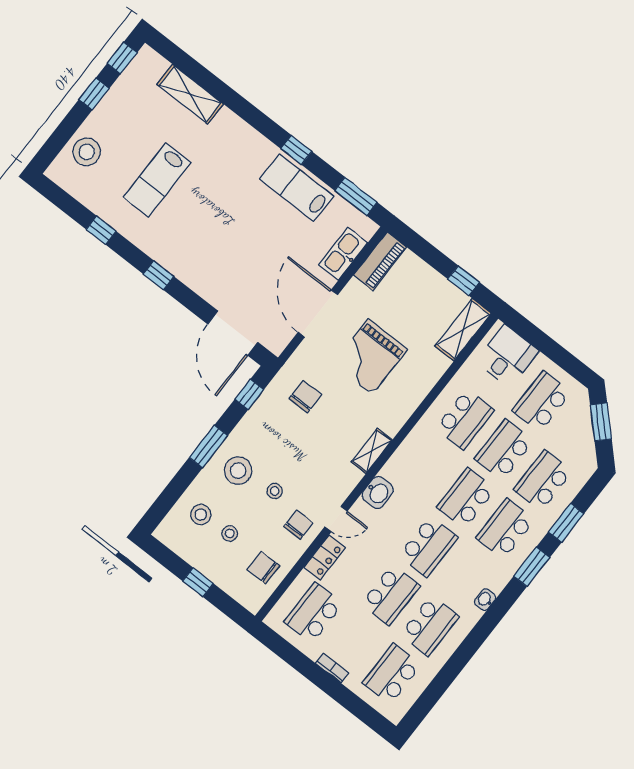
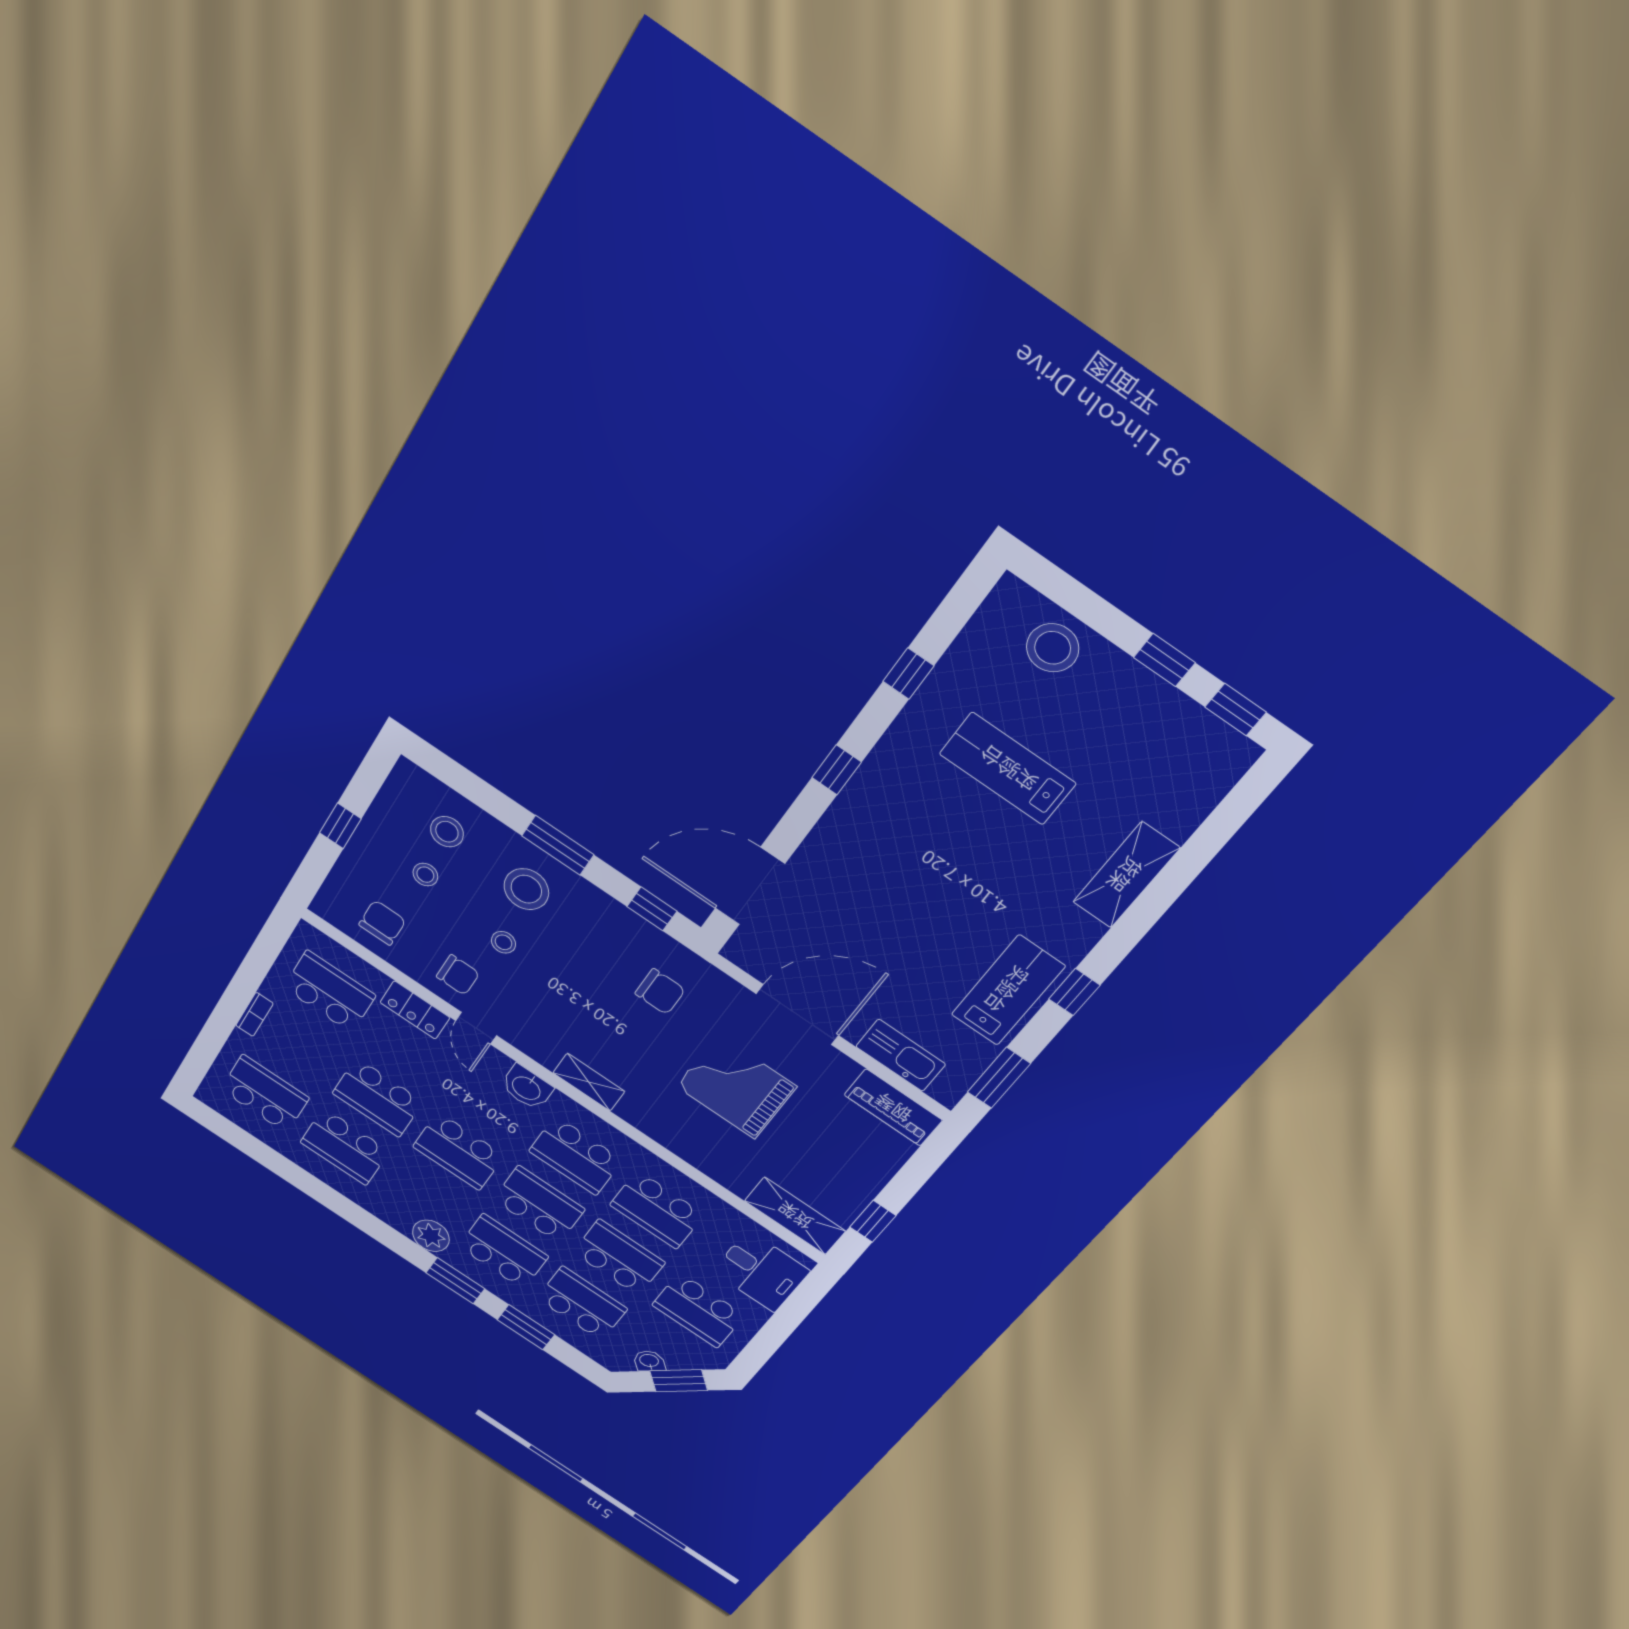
shelving: (190, 94) -> (1126, 875), moved
school desk: (542, 401) -> (698, 1310), turned 180
school desk: (427, 468) -> (576, 1156), added
plant: (496, 578) -> (431, 1236), added
washbasin: (485, 600) -> (649, 1361), moved, turned -45

